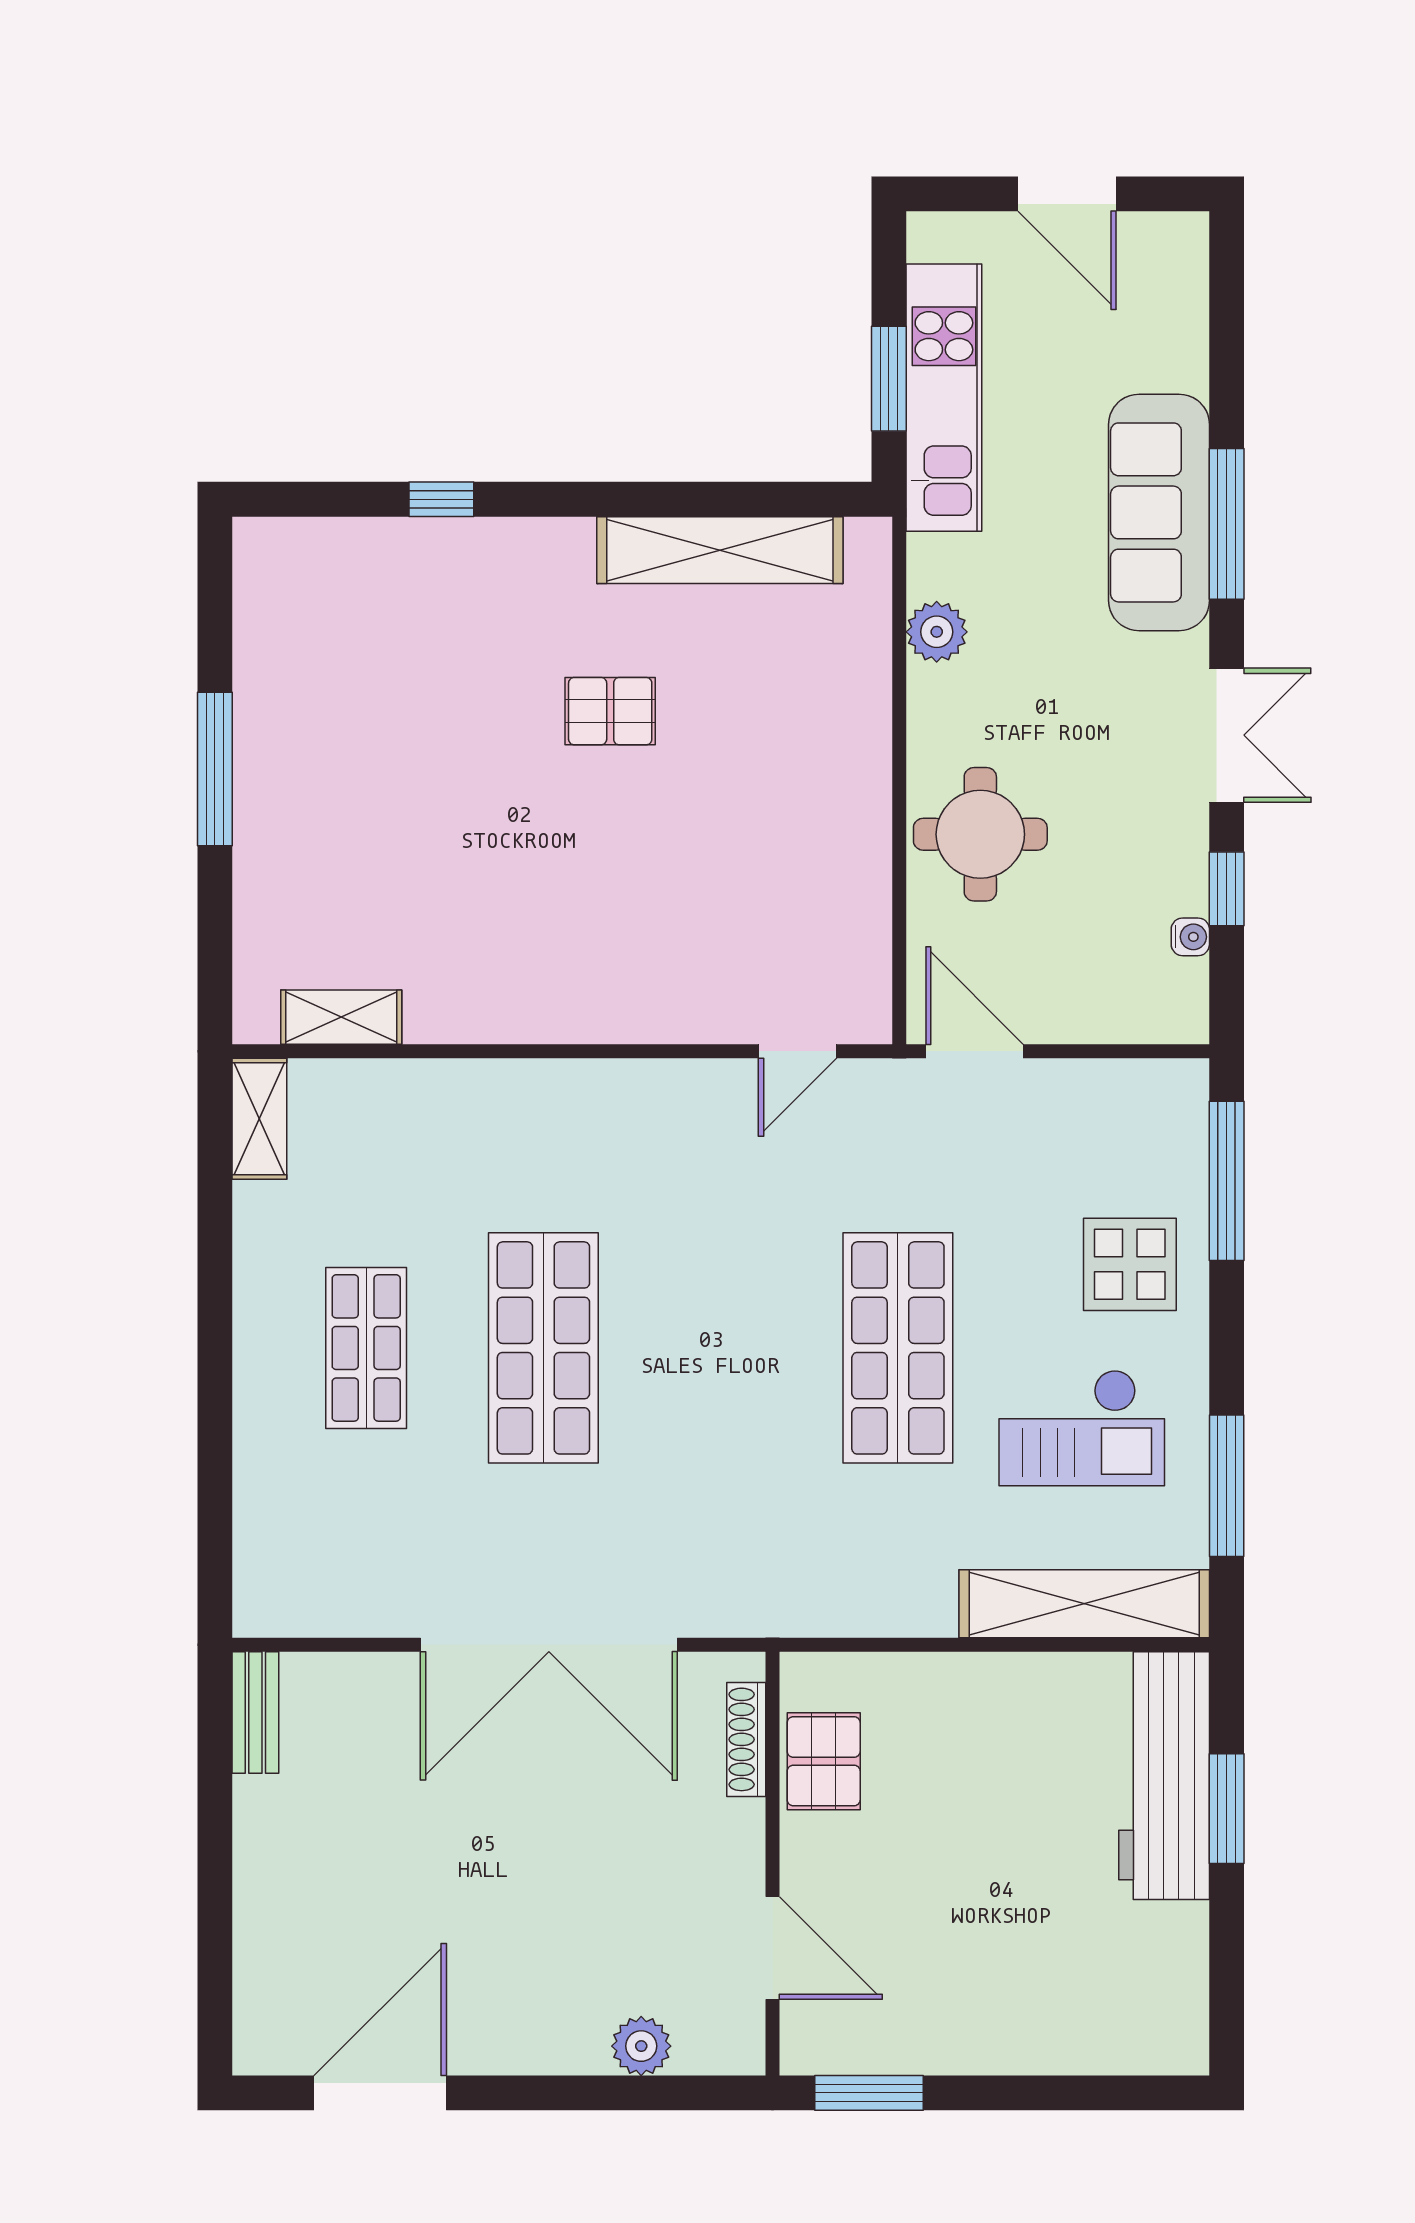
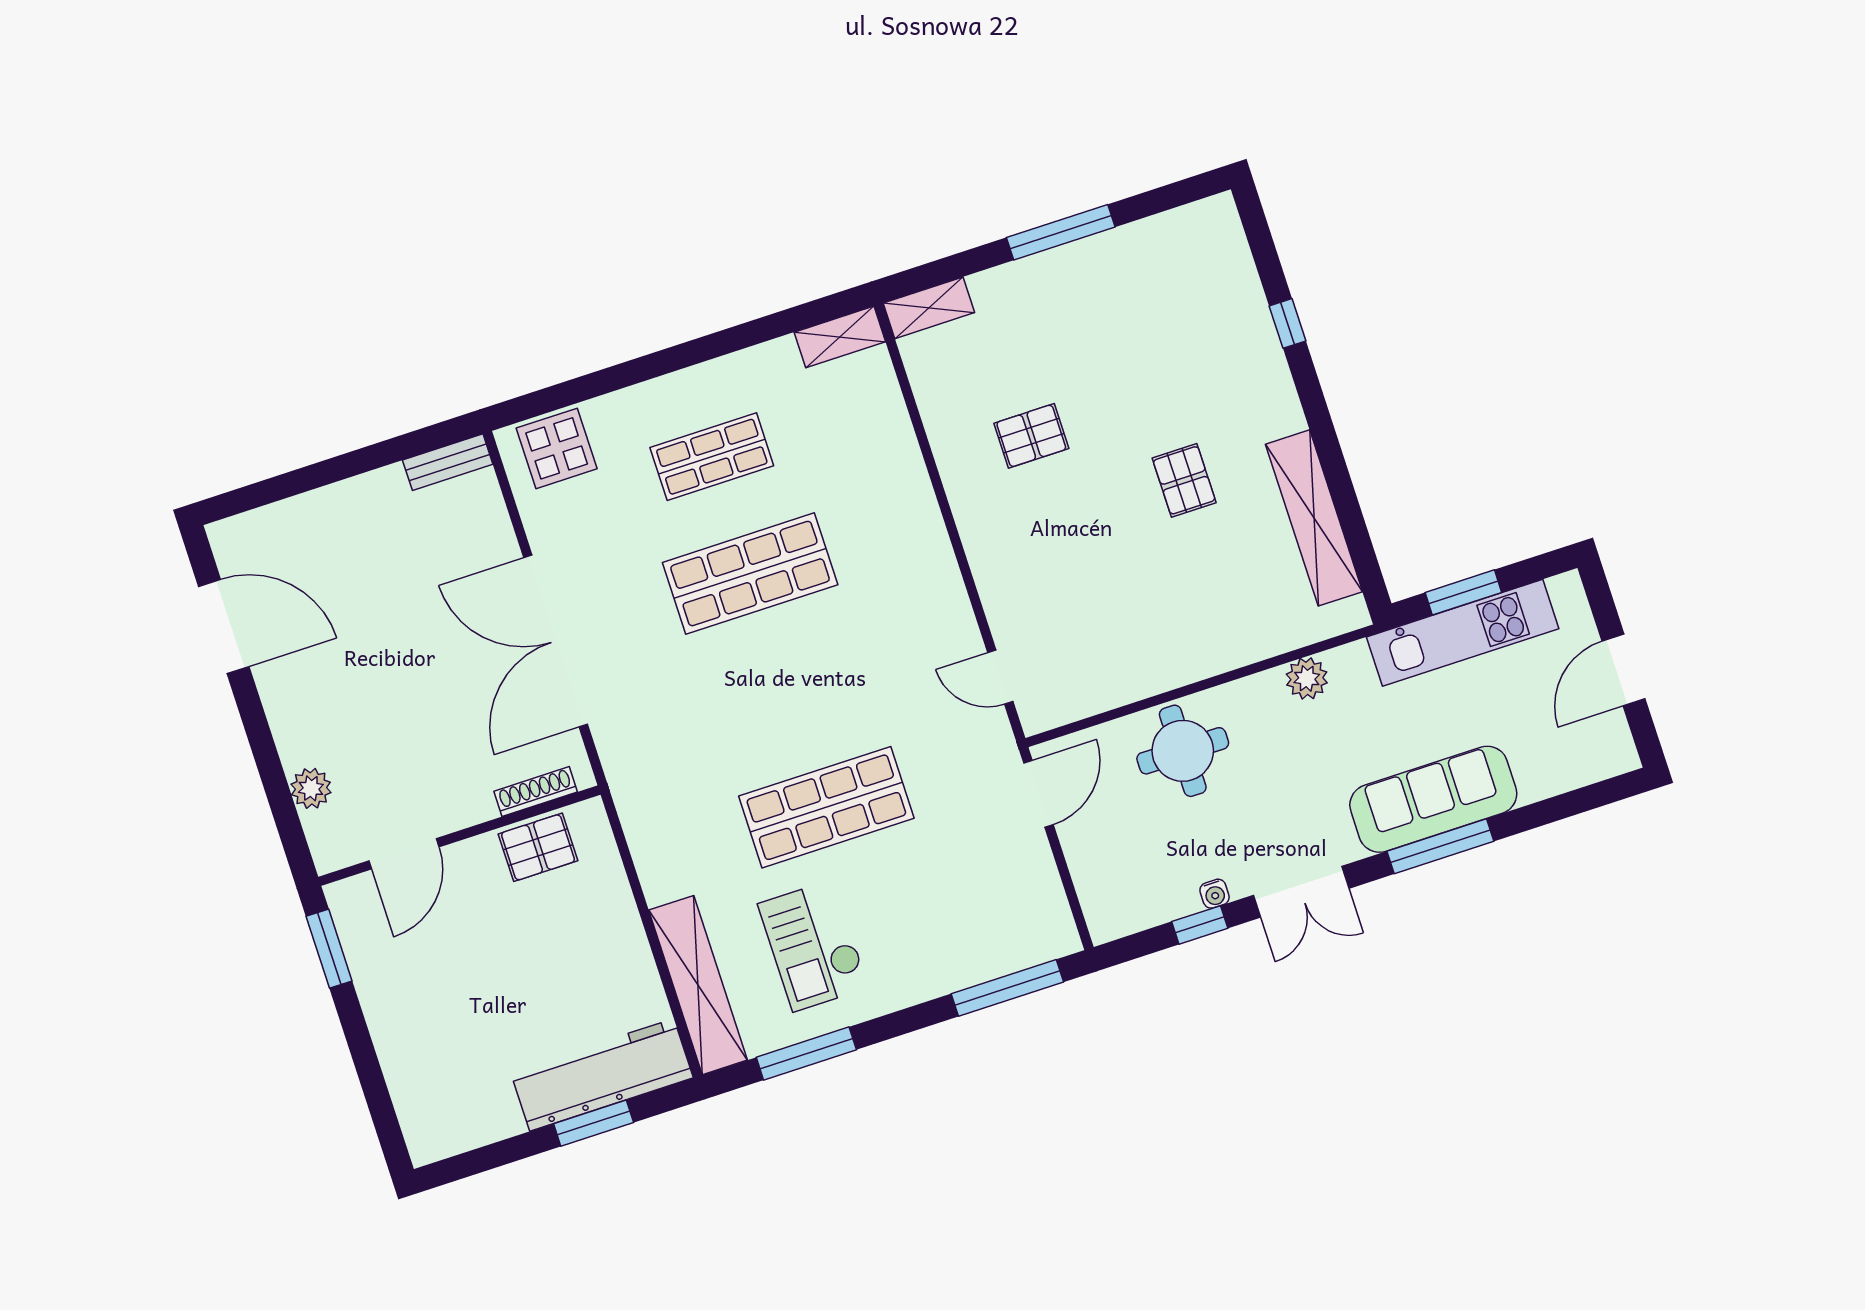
pallet: (481, 901) -> (1031, 436), added
water cooler: (1190, 937) -> (1215, 894), moved
shelving: (341, 1017) -> (929, 308), moved, turned 90
display table: (1130, 1264) -> (557, 448), moved

